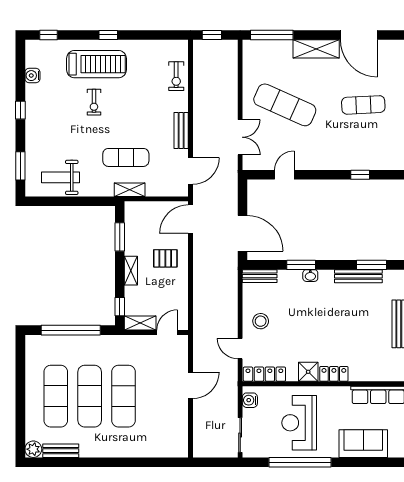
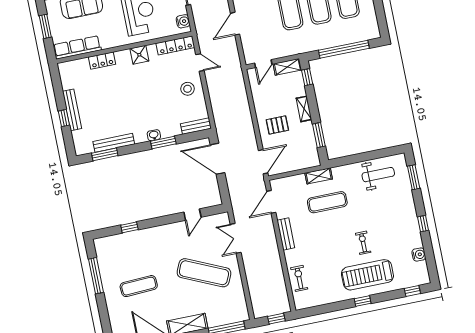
locker: (334, 374) -> (102, 61), moved

